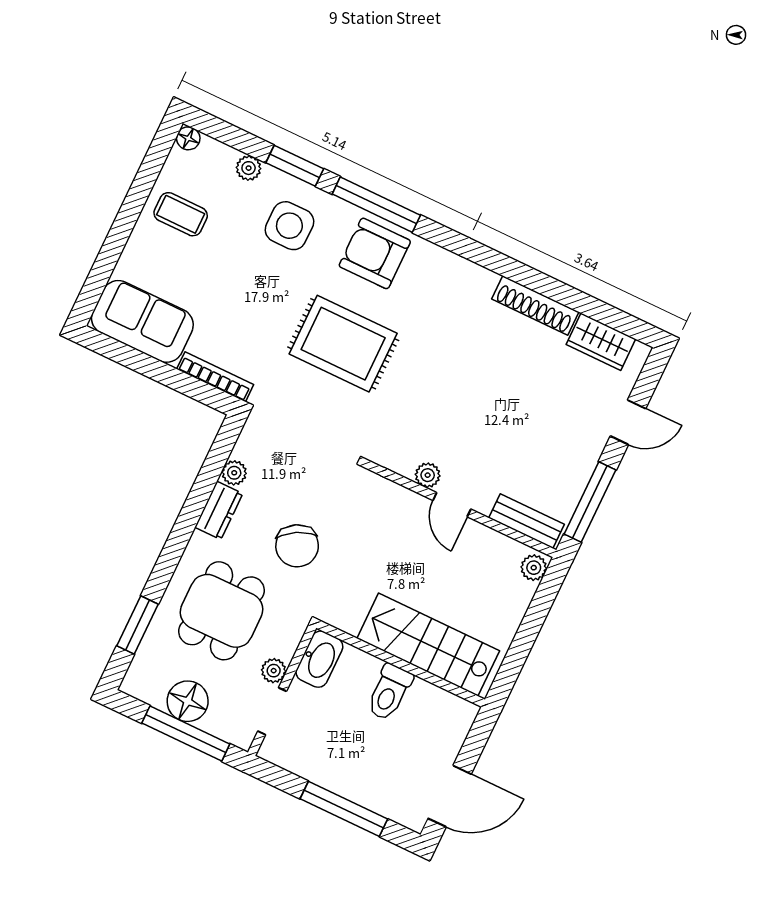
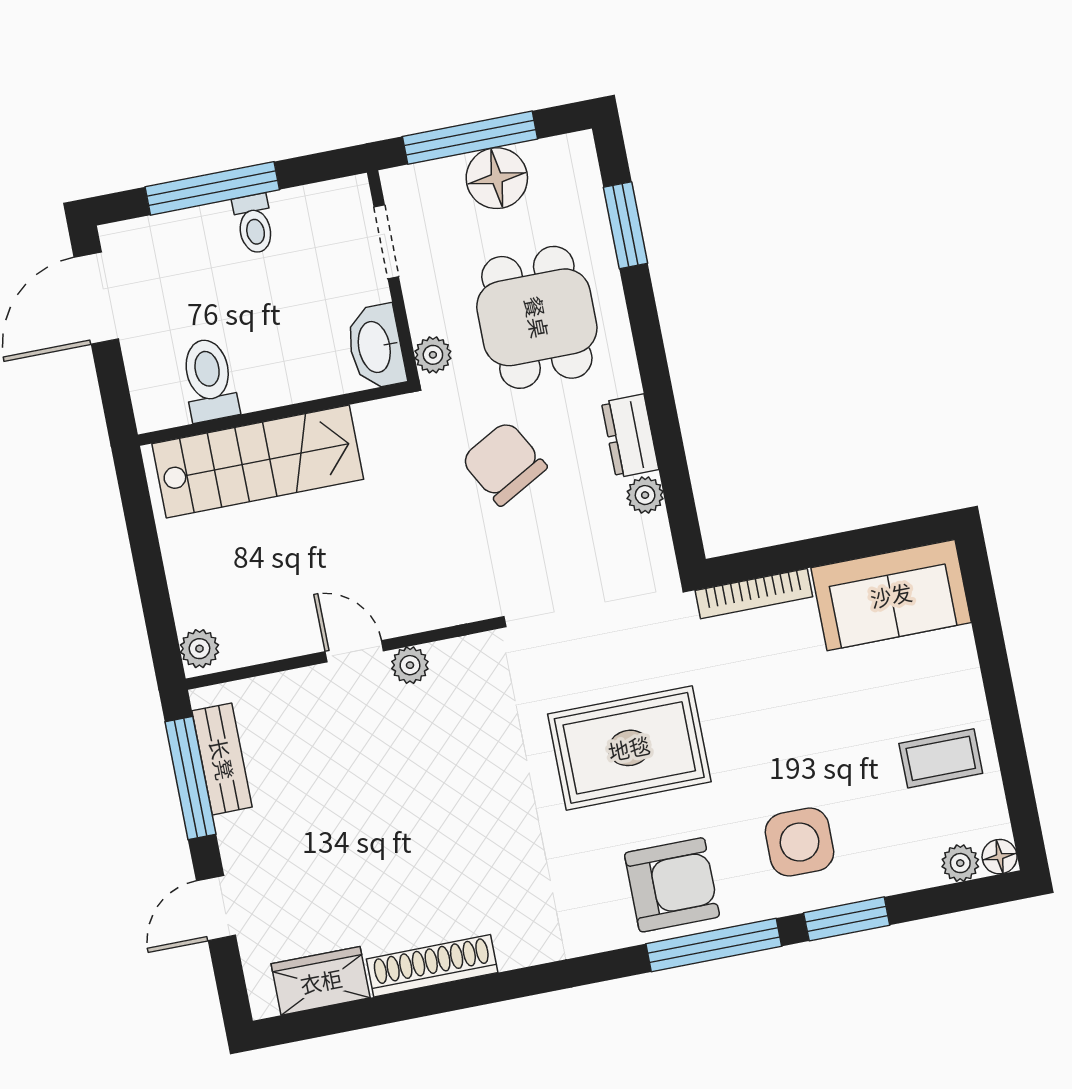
plant: (249, 168) -> (960, 863), moved
bench: (527, 521) -> (222, 759), moved, turned 90
plant: (274, 671) -> (433, 355), moved
toilet: (389, 692) -> (209, 380), moved
toilet: (336, 773) -> (254, 224), added

